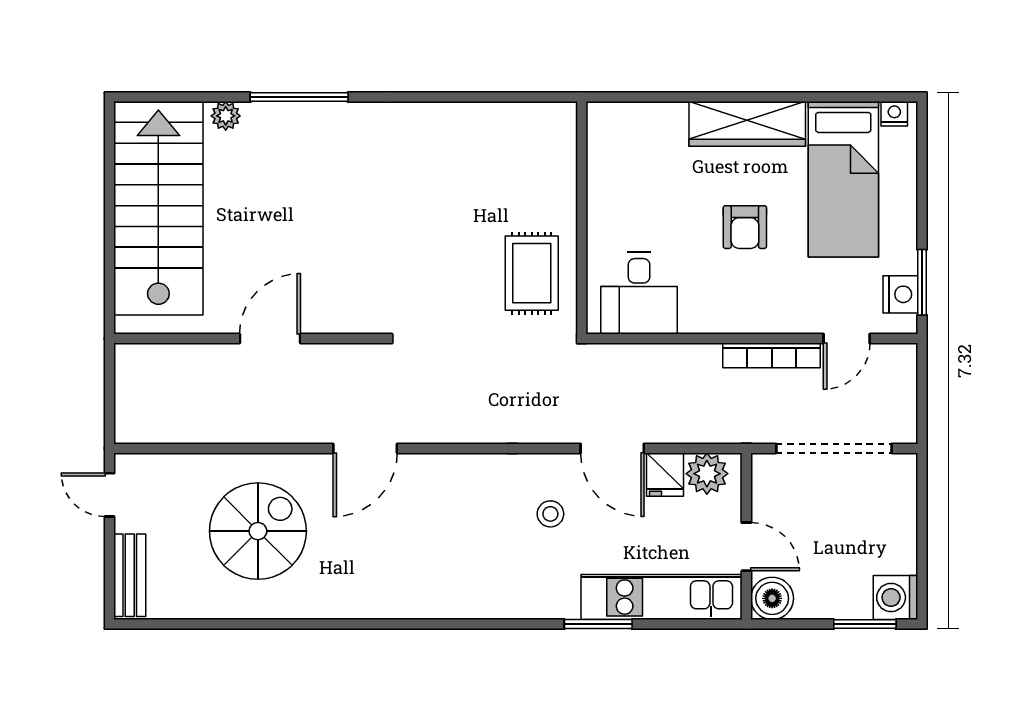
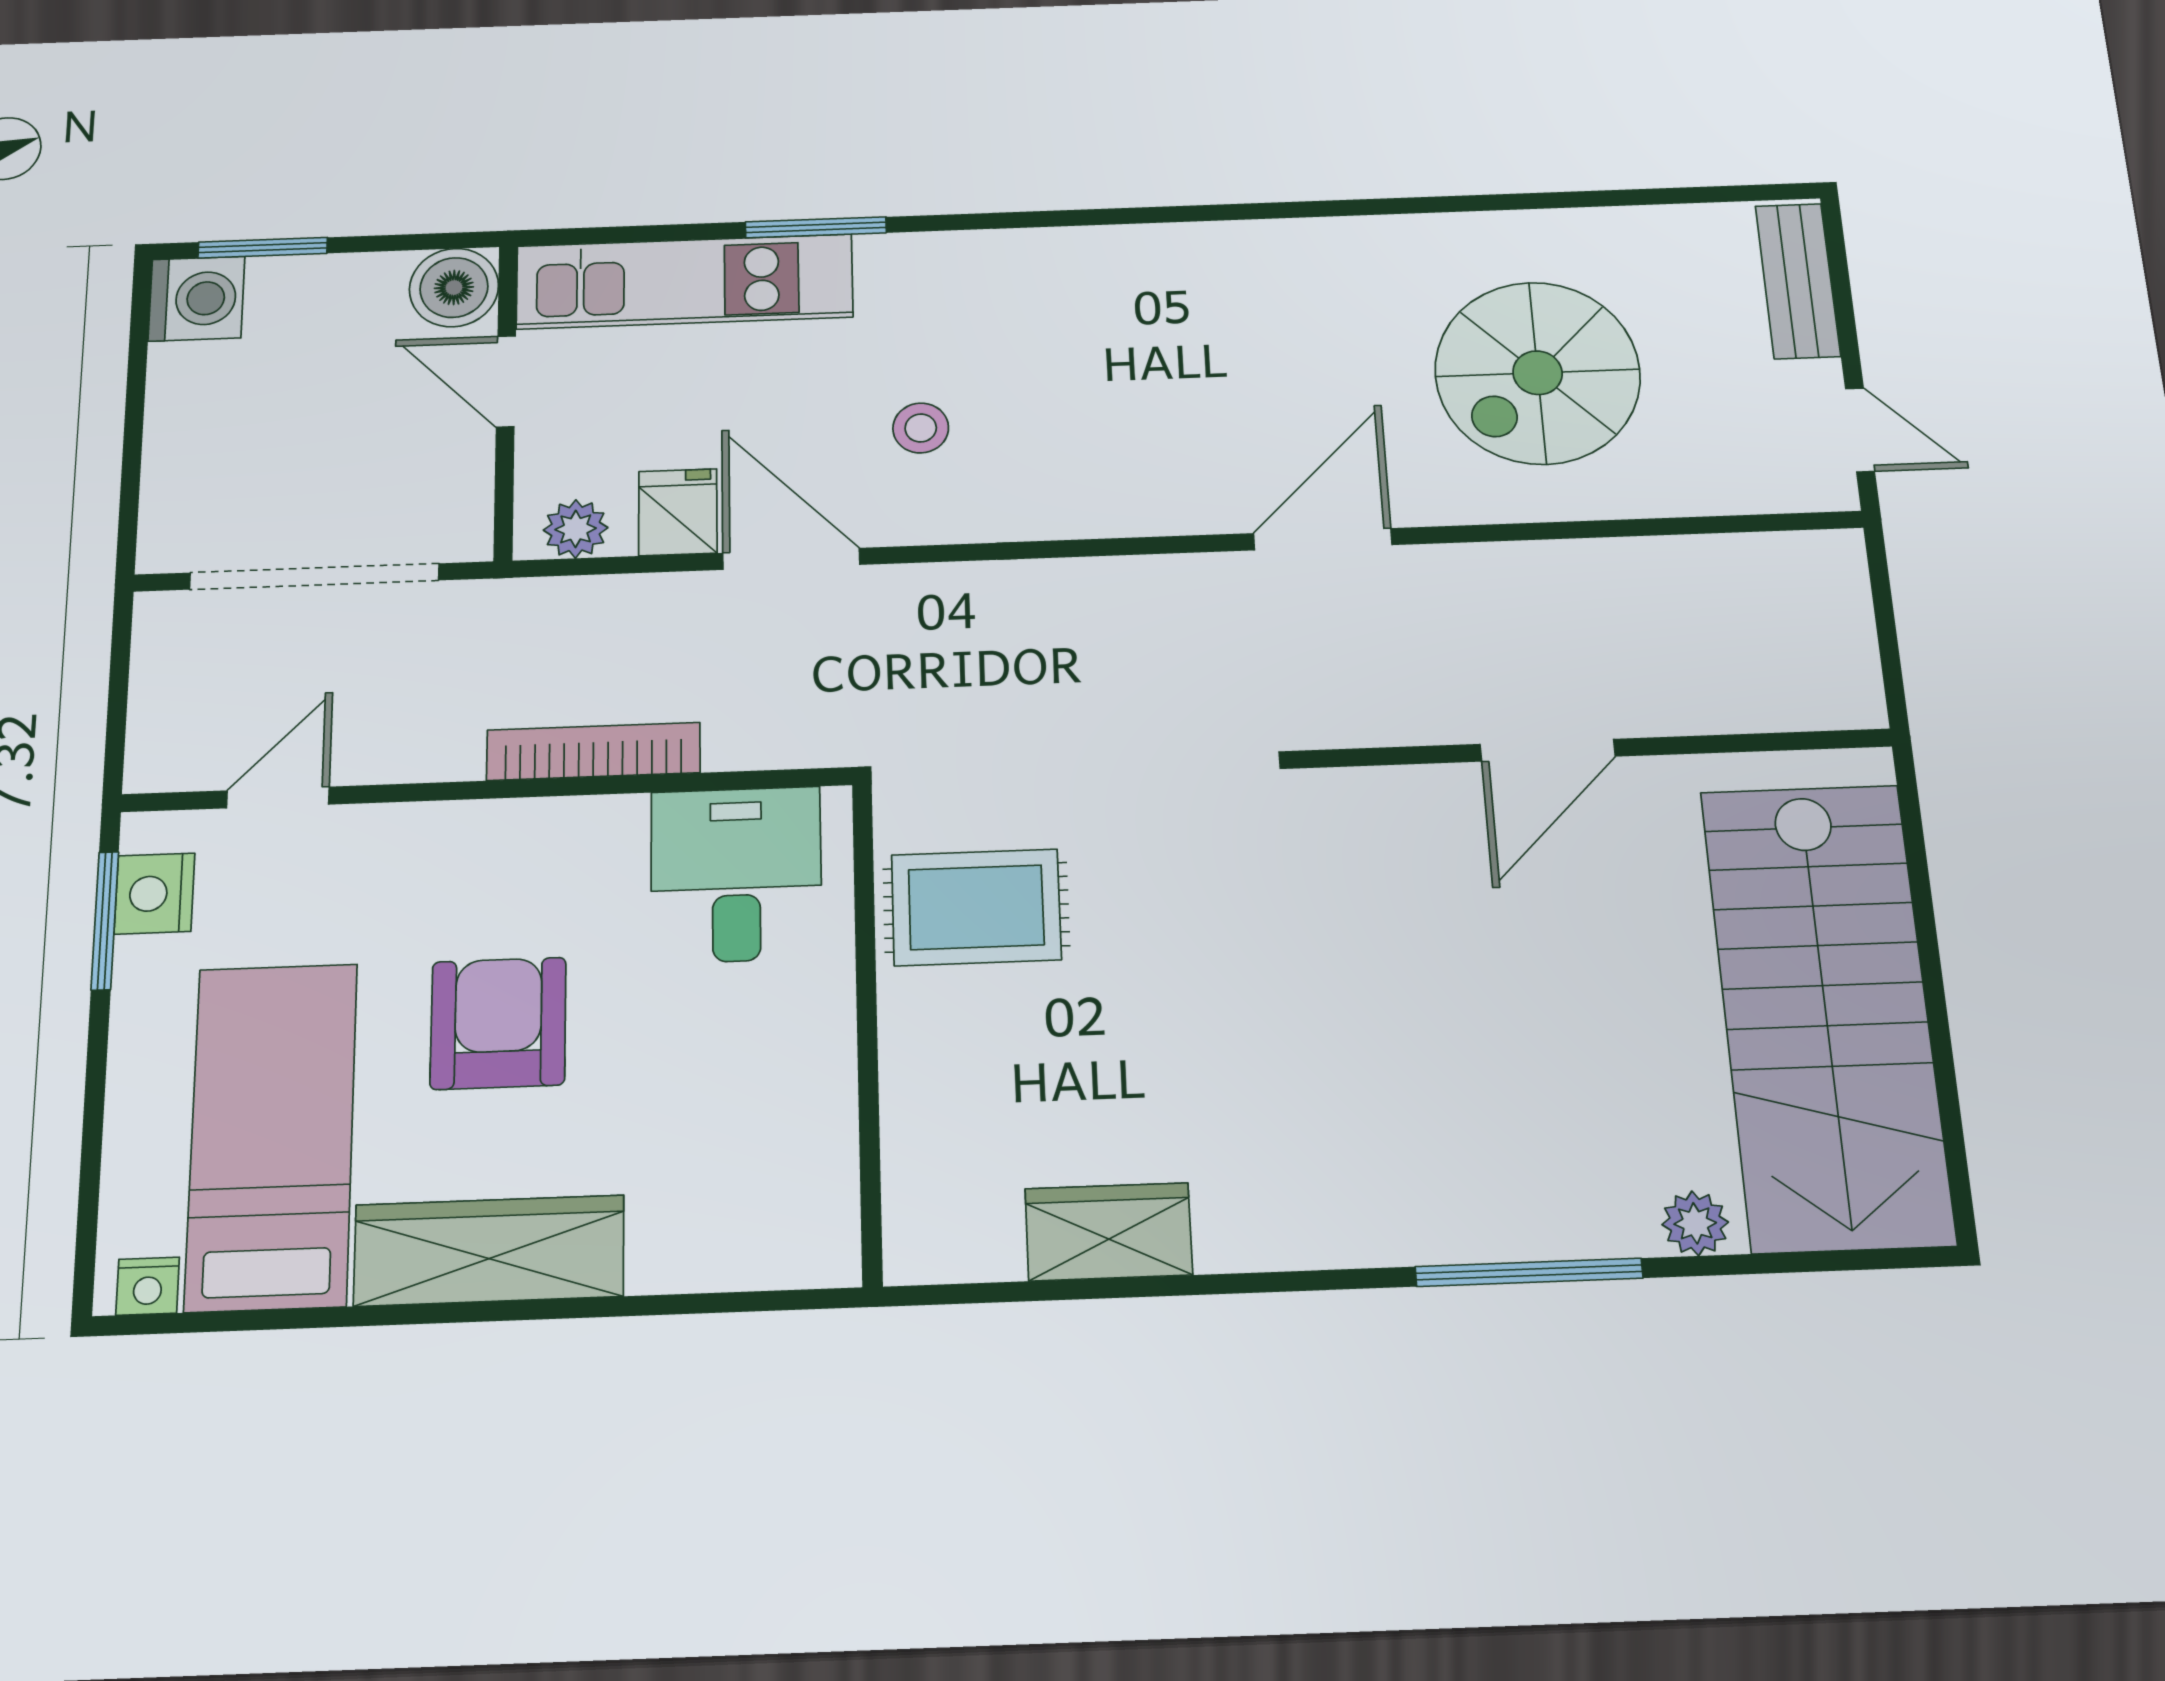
wardrobe: (479, 122) -> (1109, 1232), added
armchair: (745, 227) -> (498, 1023), width x1.38, depth x1.38
rug: (532, 273) -> (976, 907), turned 90
bookcase: (772, 355) -> (593, 751), moved
plant: (707, 474) -> (576, 529), width x0.73, depth x0.73

